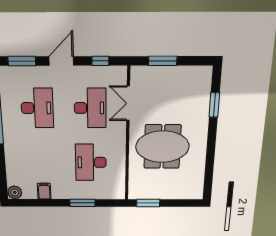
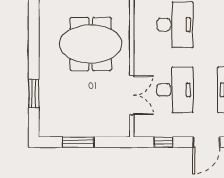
window: (163, 61) -> (78, 142), moved
desk: (90, 108) -> (175, 90), turned 180

